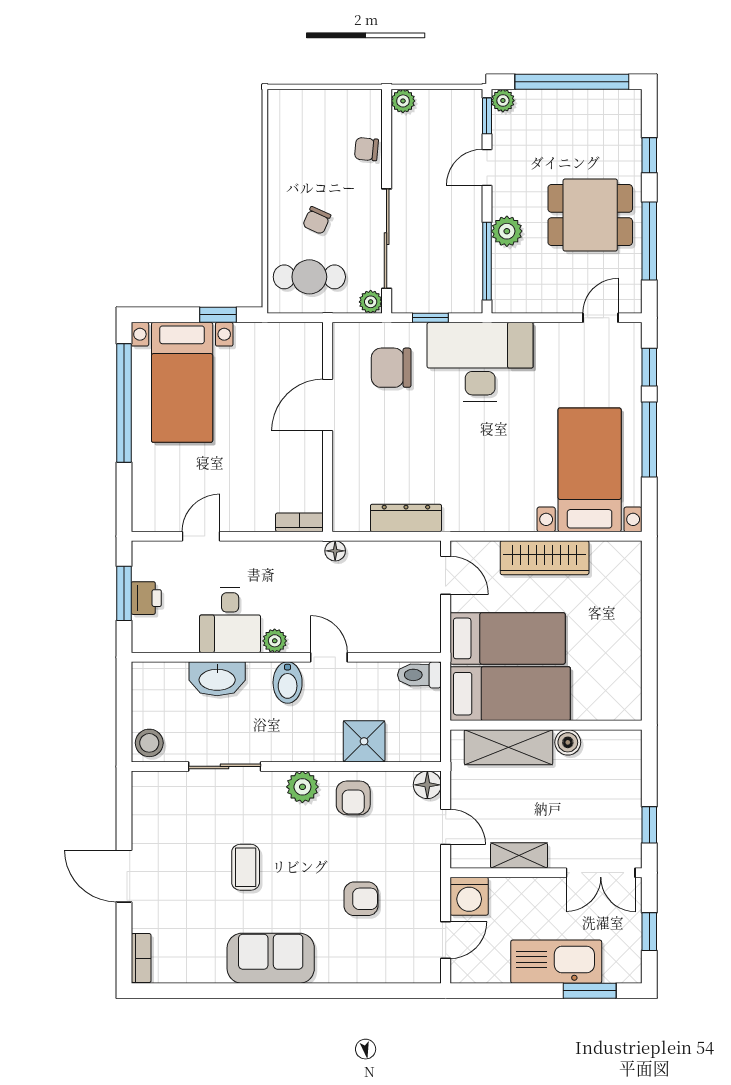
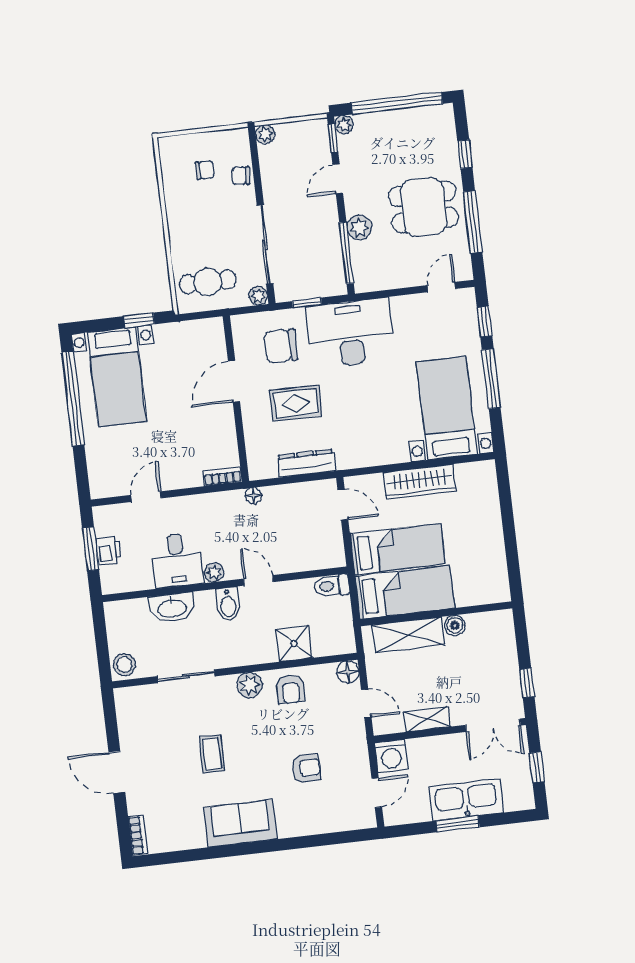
chair: (317, 220) -> (205, 170), moved, turned -114
rug: (402, 442) -> (296, 403), added
window: (590, 991) -> (458, 824), moved

